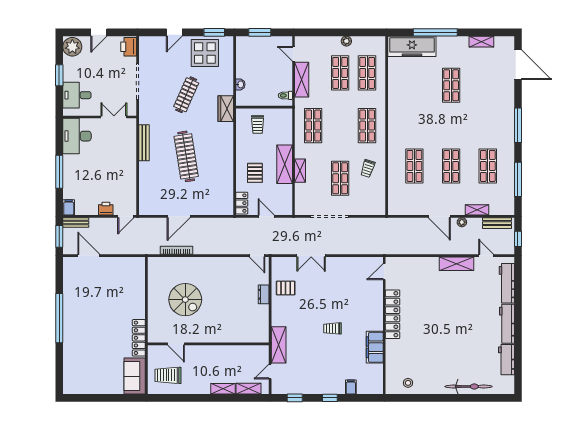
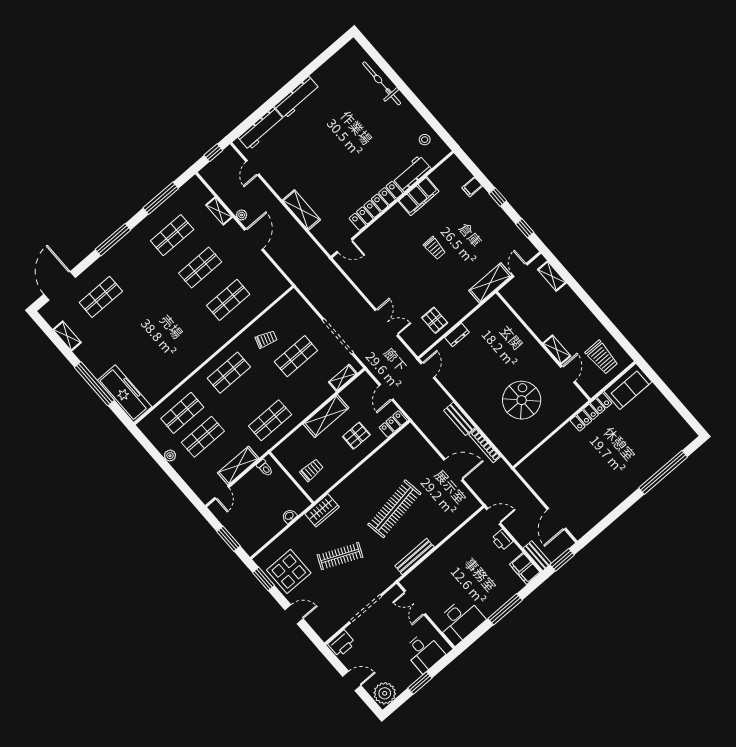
shop shelf: (451, 85) -> (101, 297), moved
shelving: (300, 171) -> (343, 378), moved
filing cabinet: (69, 207) -> (525, 568), width x2.00
bench: (497, 223) -> (459, 419), moved
shelving: (456, 264) -> (301, 210), moved
window: (59, 318) -> (663, 472), moved
workbench: (506, 360) -> (412, 173), moved, turned 180
door: (270, 371) -> (520, 270), swing flipped
shelving: (223, 389) -> (557, 350), moved

